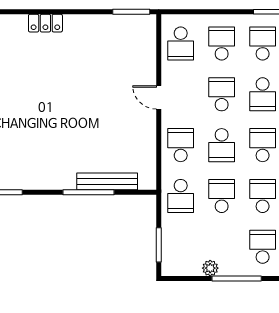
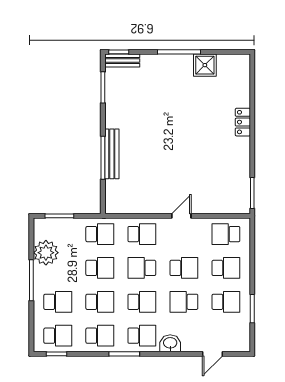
bench: (107, 181) -> (112, 154), moved
school desk: (181, 196) -> (100, 234), turned 180
plant: (210, 268) -> (46, 253), width x1.88, depth x1.88

